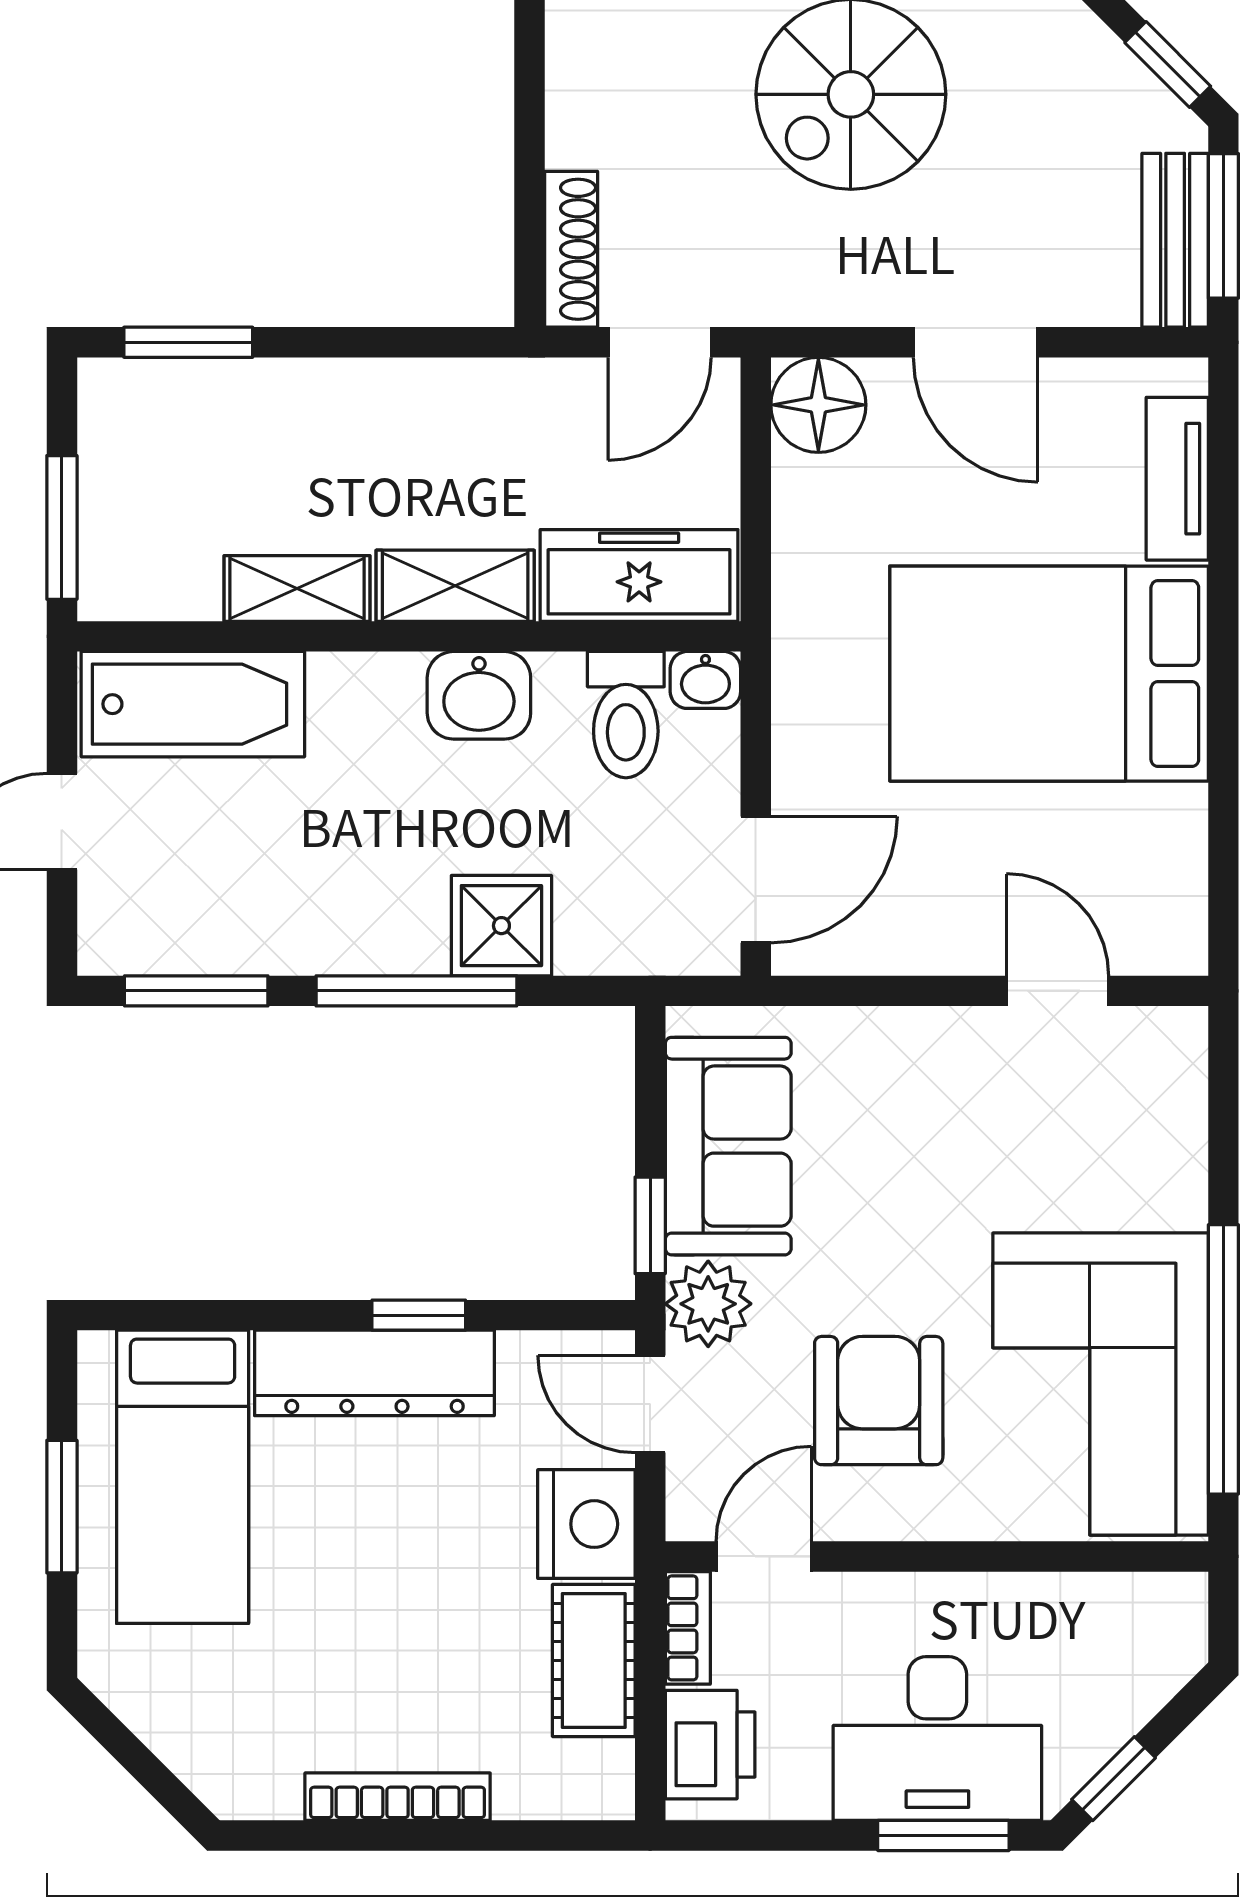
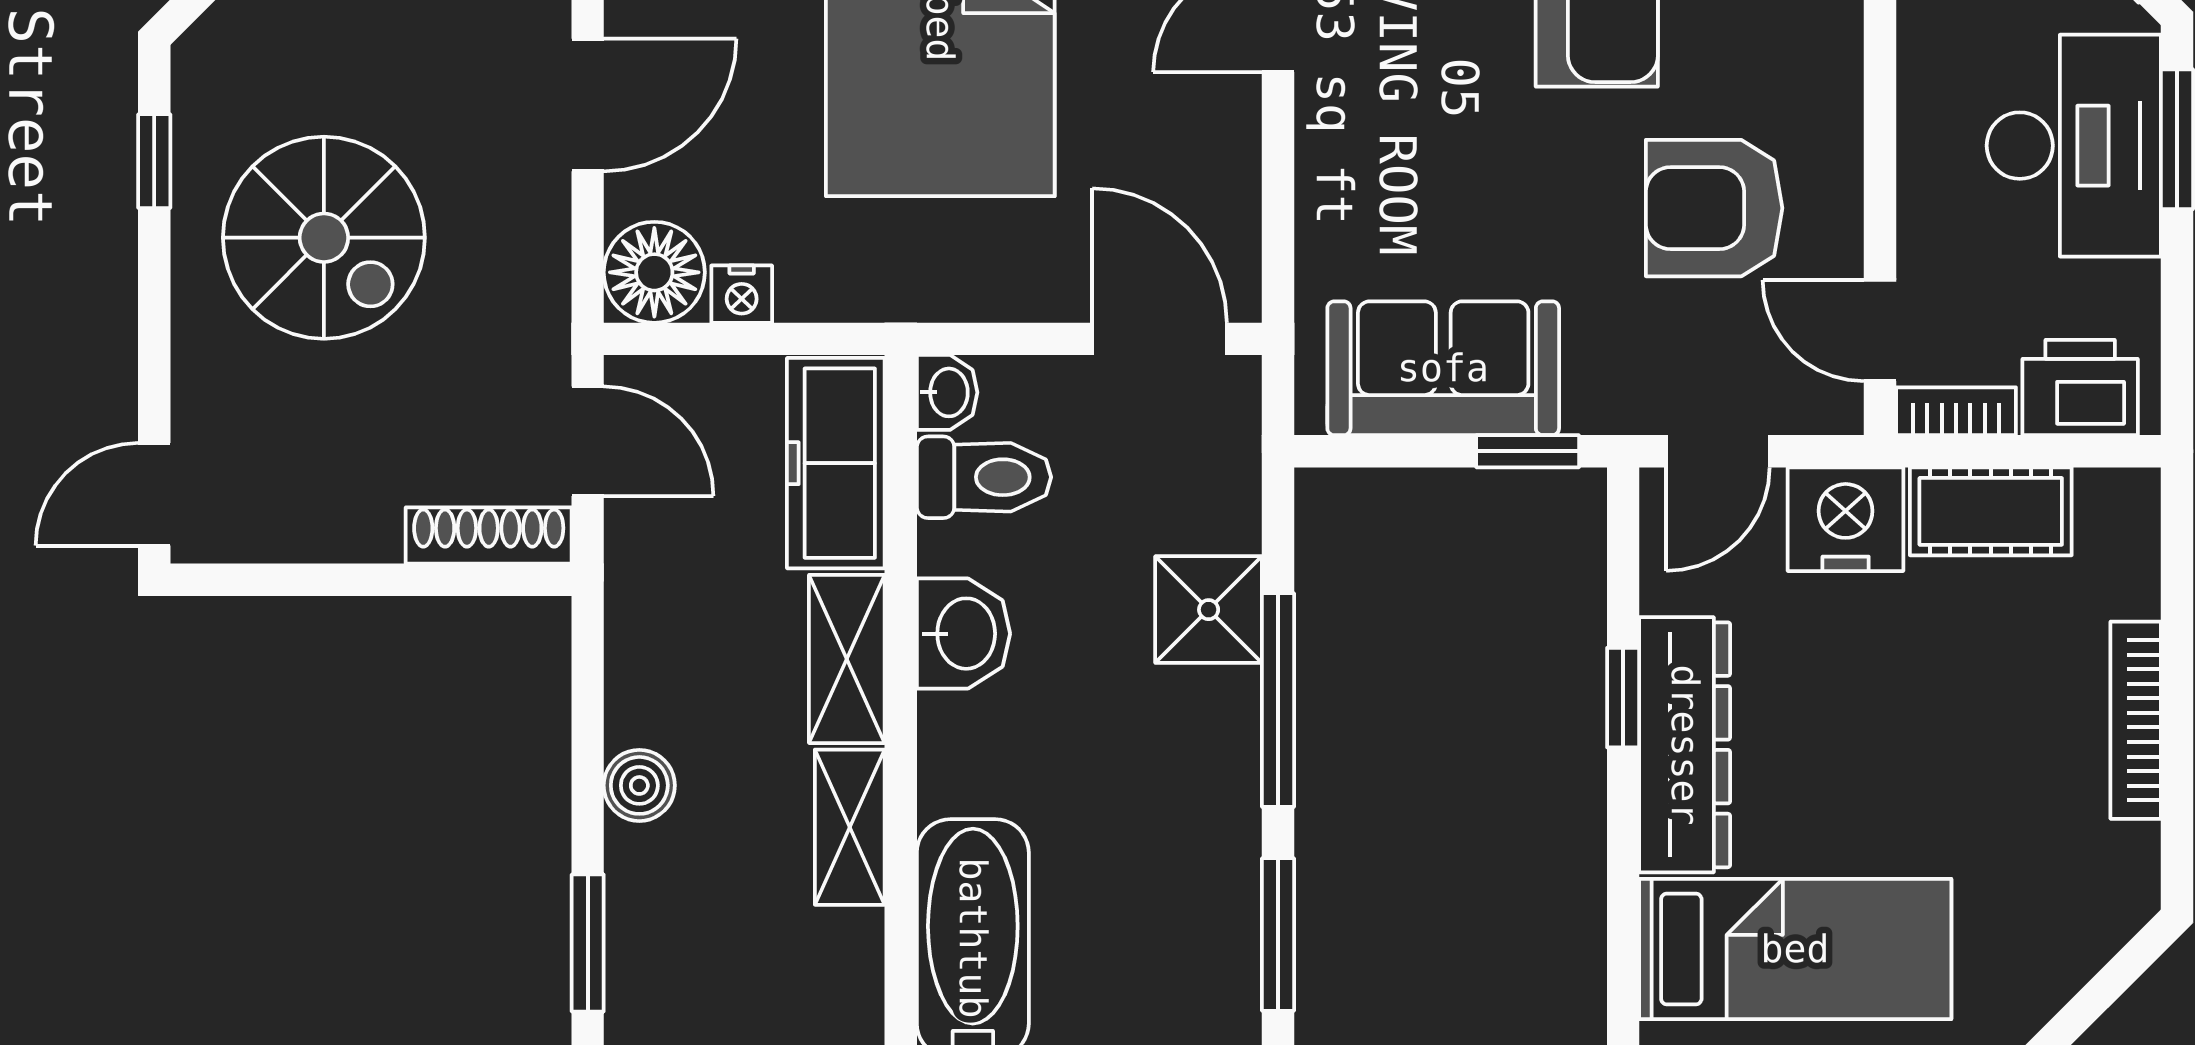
boiler: (336, 391) -> (639, 785), added
nightstand: (798, 487) -> (742, 294), added
plant: (708, 1304) -> (1611, 390), removed

